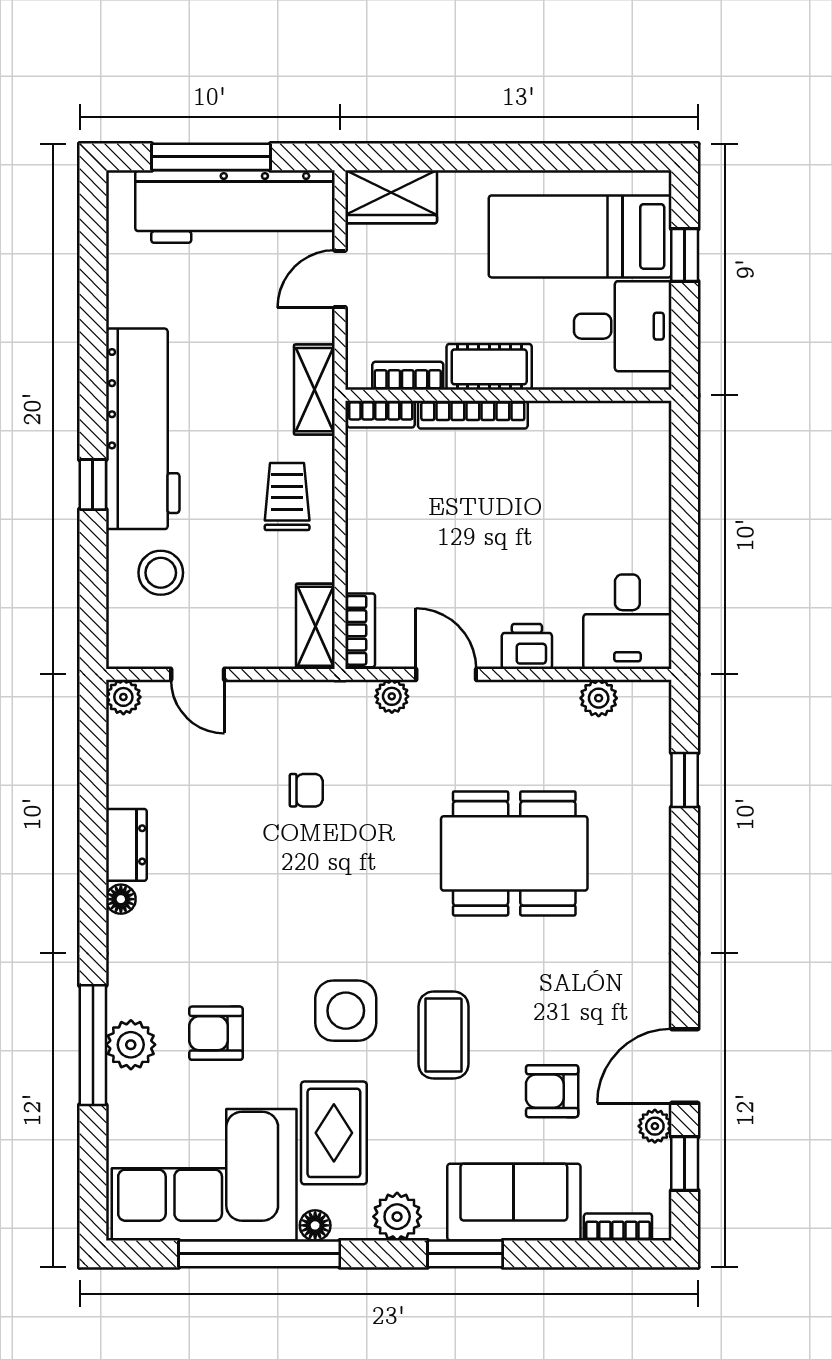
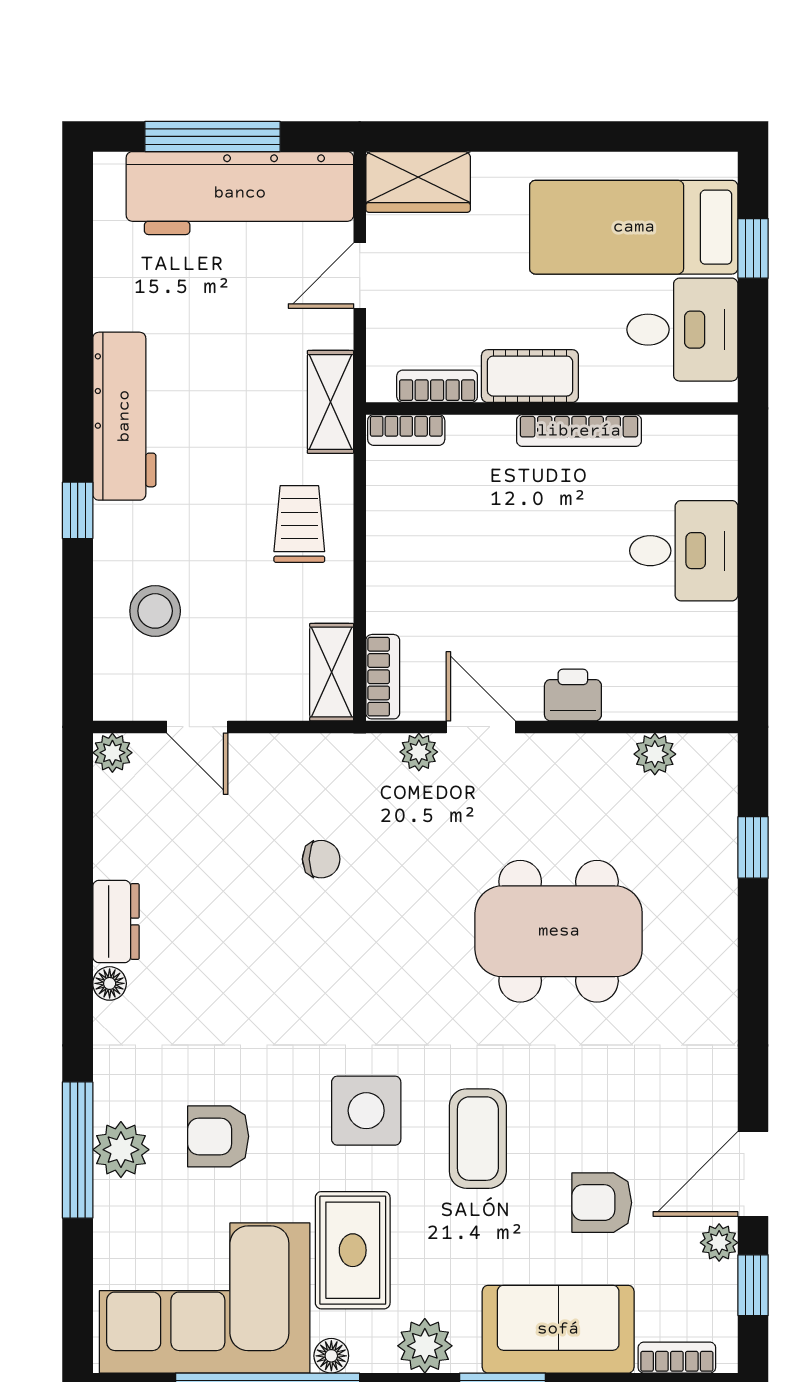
bookcase: (473, 415) -> (579, 431), moved
workbench: (143, 429) -> (124, 416), width x0.73, depth x0.76
desk: (627, 622) -> (684, 551), moved, turned -90

